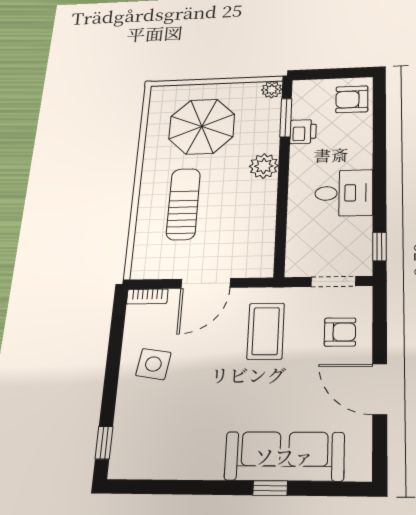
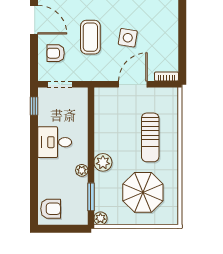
printer: (303, 132) -> (80, 186), removed
plant: (299, 154) -> (82, 170), added
coffee table: (266, 331) -> (90, 37), moved
side table: (153, 364) -> (128, 38), moved

